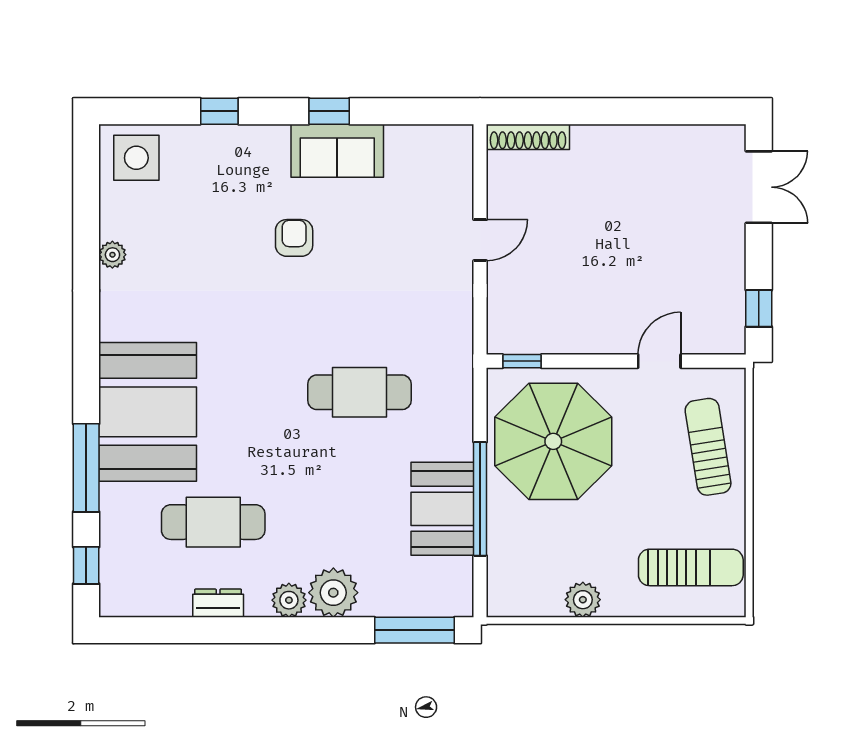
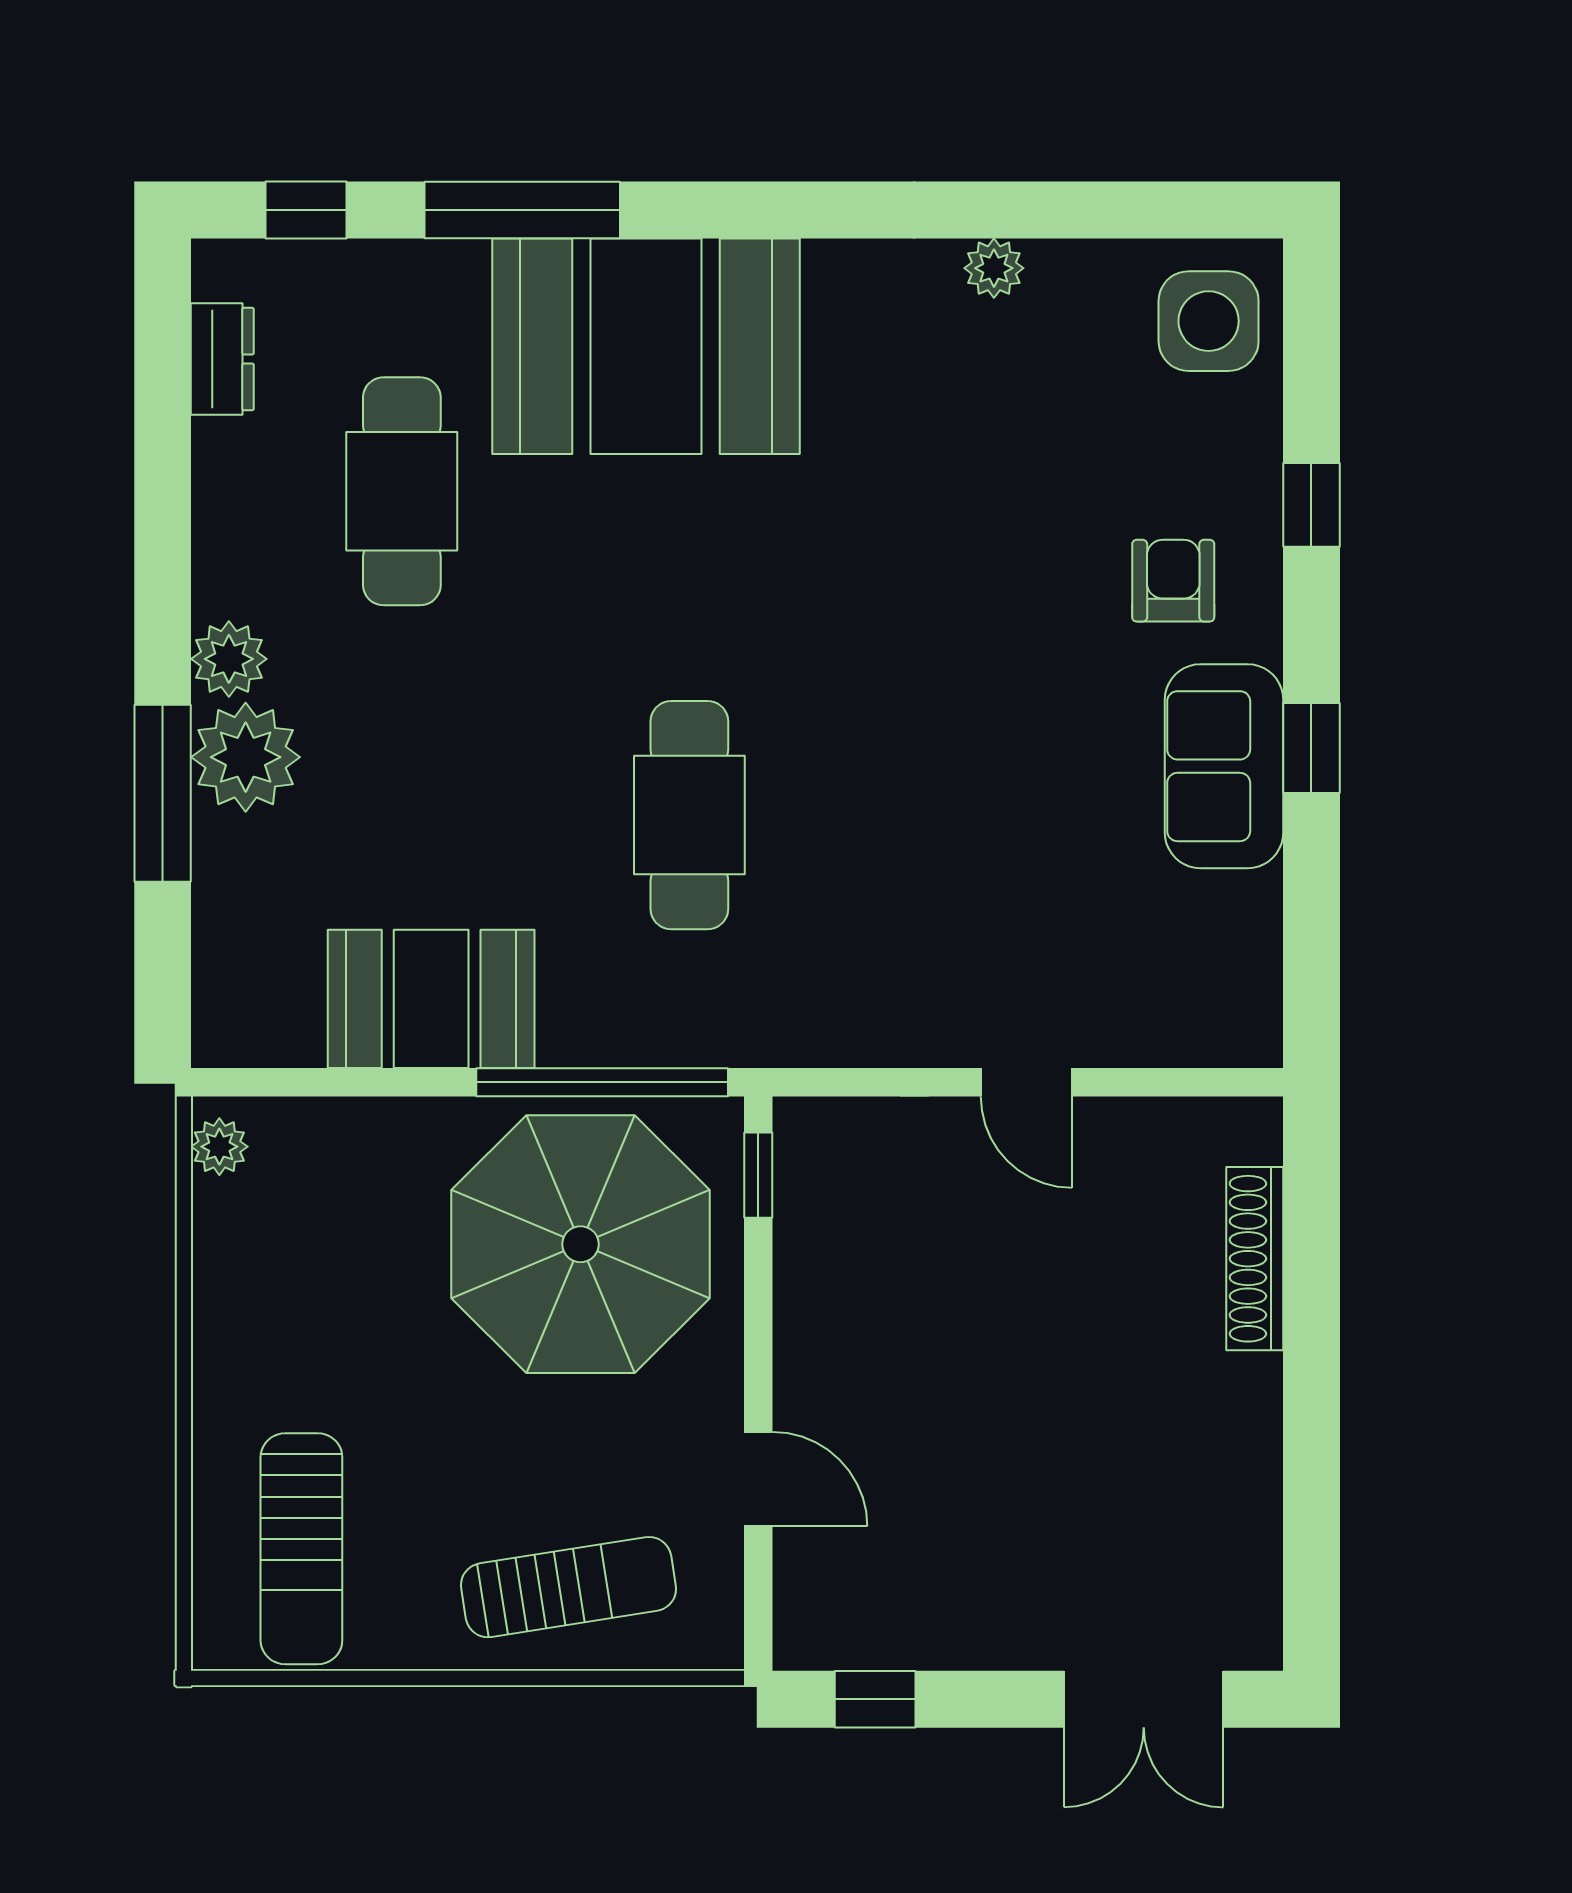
shoe rack: (528, 137) -> (1255, 1259), moved
armchair: (294, 238) -> (1173, 581), moved, turned -90
window: (480, 499) -> (602, 1082), moved
plant: (583, 600) -> (219, 1147), moved, width x0.73, depth x0.73
dresser: (218, 603) -> (222, 359), moved
window: (415, 630) -> (163, 793), moved

